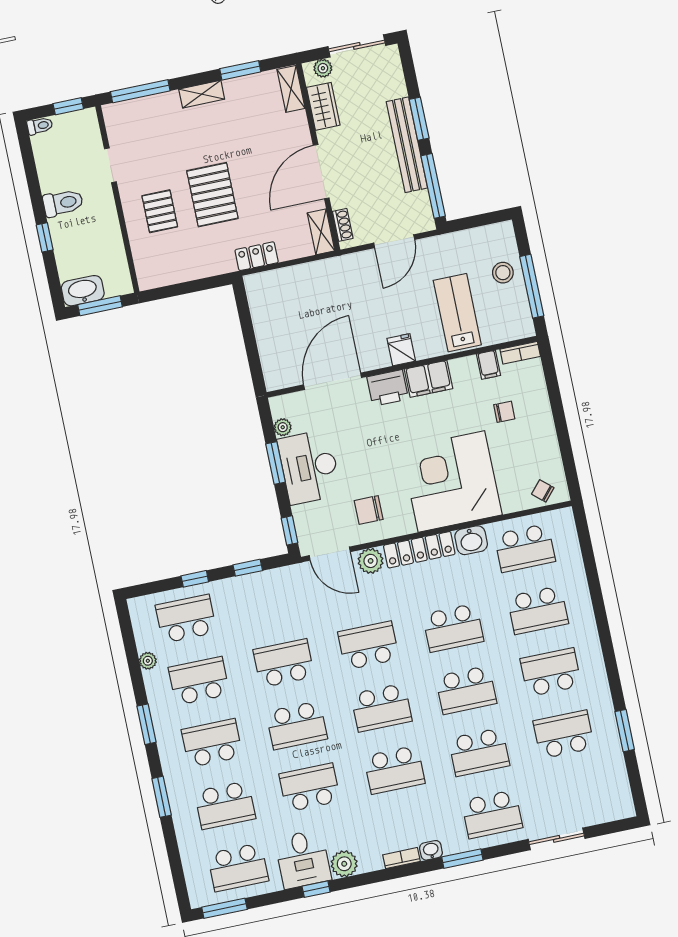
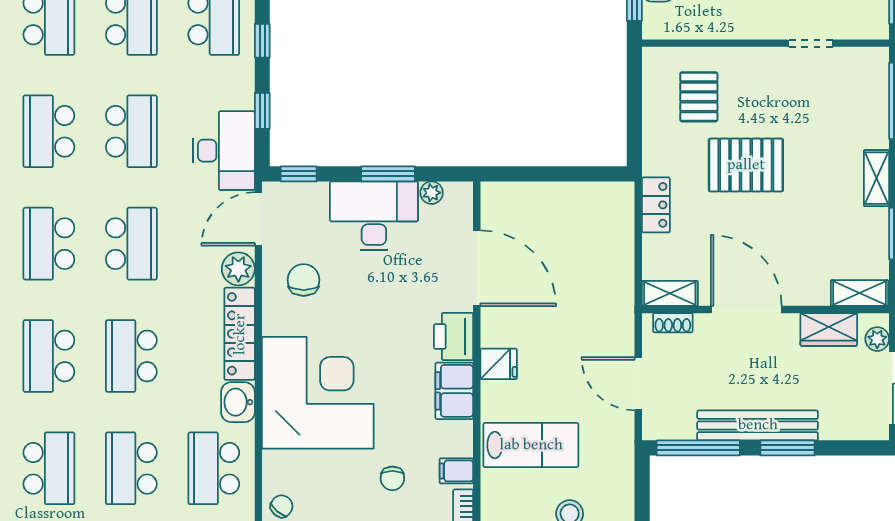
pallet: (160, 211) -> (699, 97), moved, turned 90
desk: (284, 590) -> (224, 151), added

